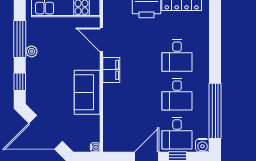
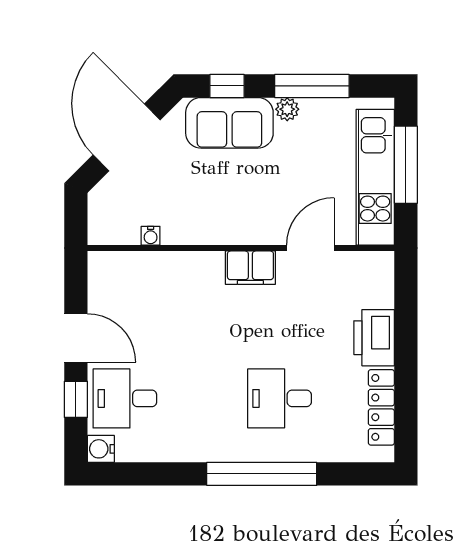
sofa: (87, 92) -> (229, 123), moved, turned 180
desk: (177, 94) -> (202, 398), removed
window: (215, 111) -> (262, 474), moved
water cooler: (95, 147) -> (151, 236), moved

